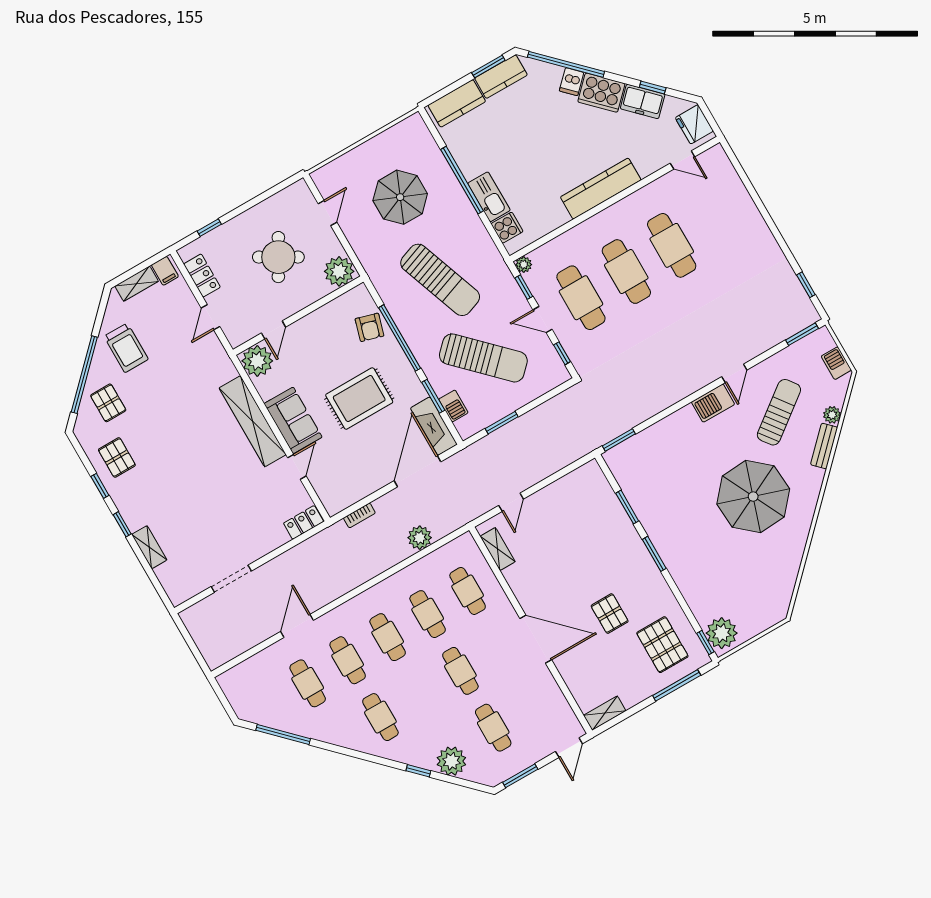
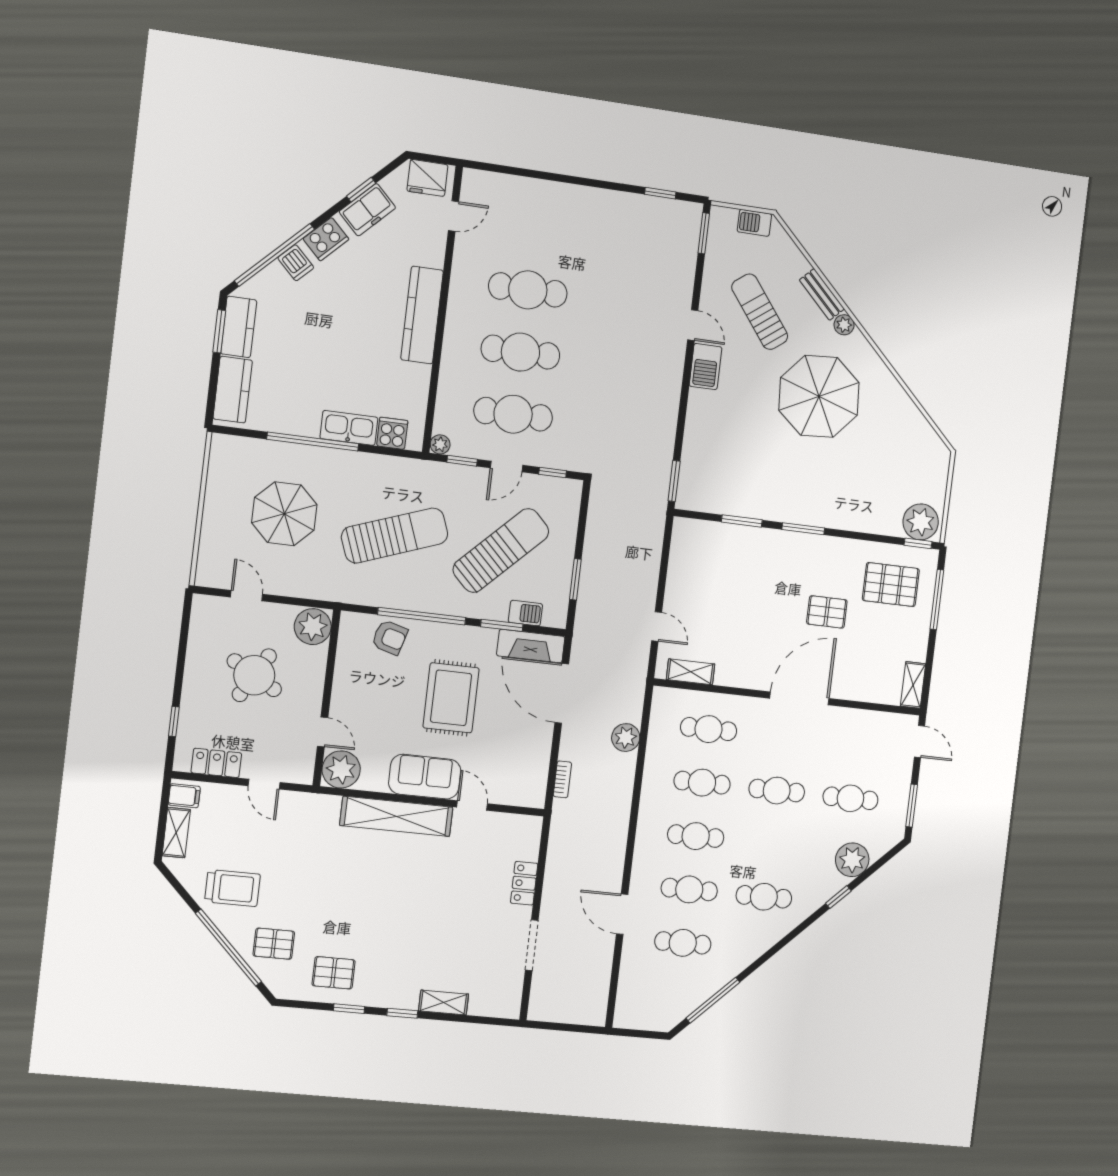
cooker: (601, 93) -> (326, 239), width x0.73, depth x0.76
plant: (832, 415) -> (844, 325), moved
locker: (304, 522) -> (524, 883), moved

